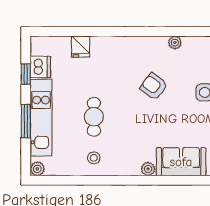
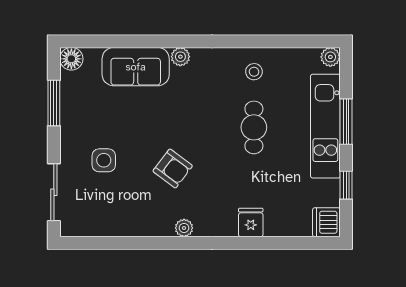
plant: (175, 43) -> (184, 228), moved
fridge: (81, 47) -> (251, 222), moved
dishwasher: (40, 67) -> (326, 222), moved

